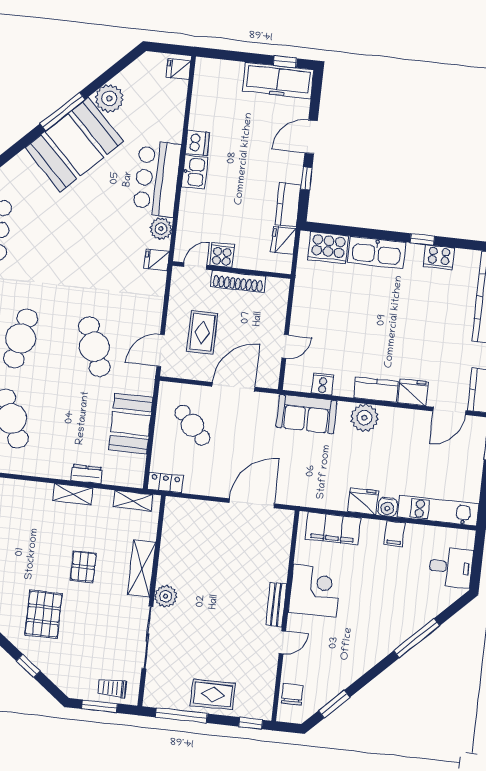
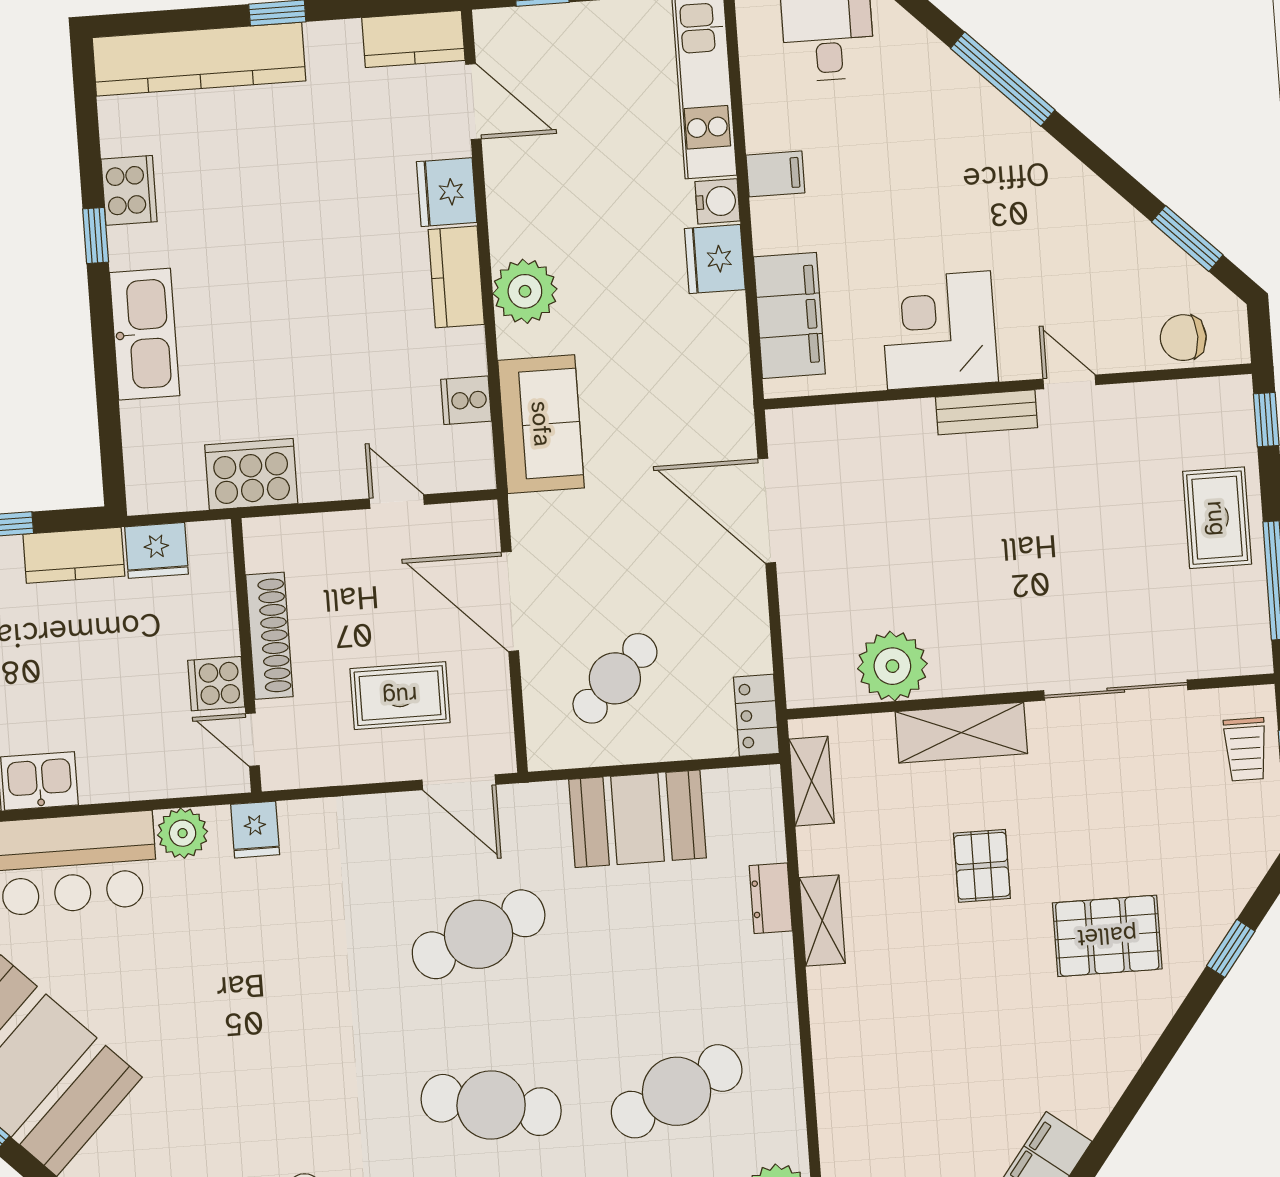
cooker: (328, 248) -> (251, 474), moved, turned -90
pallet: (83, 567) -> (982, 866), turned 90
plant: (166, 596) -> (892, 666), moved, width x1.36, depth x1.36

